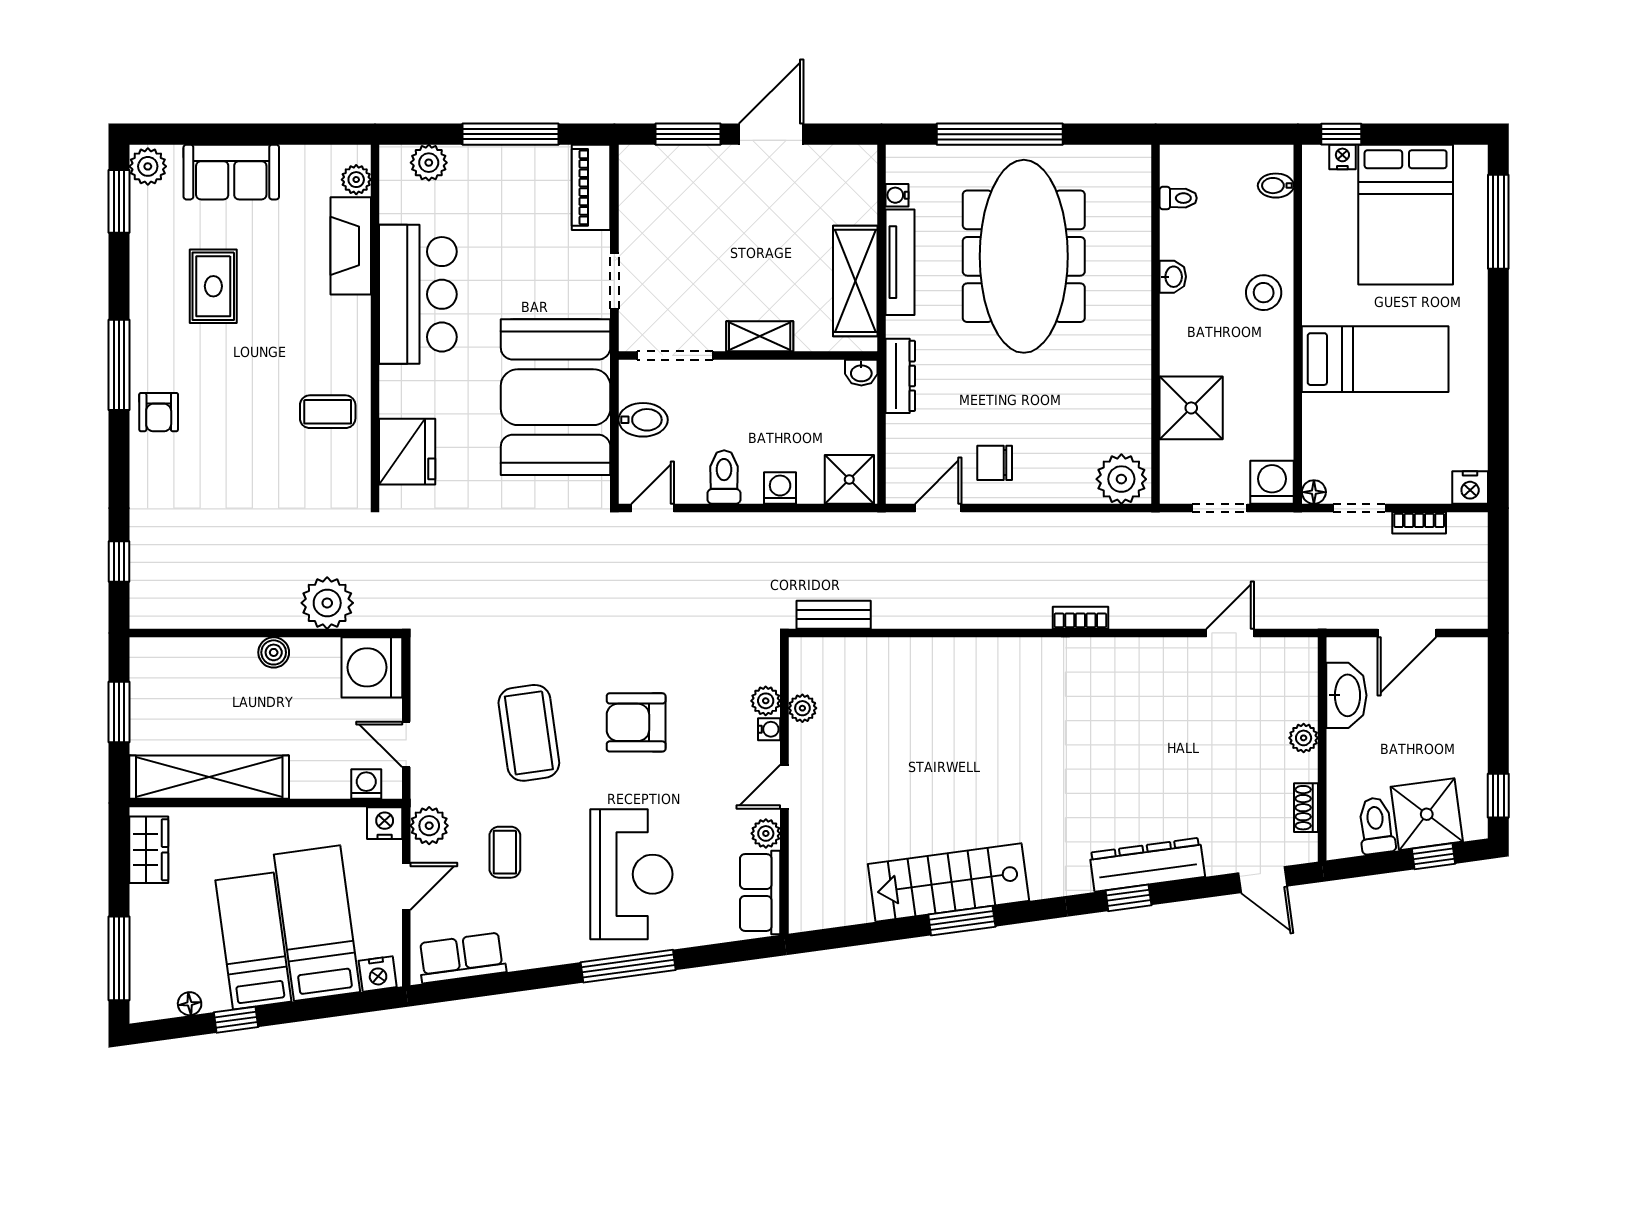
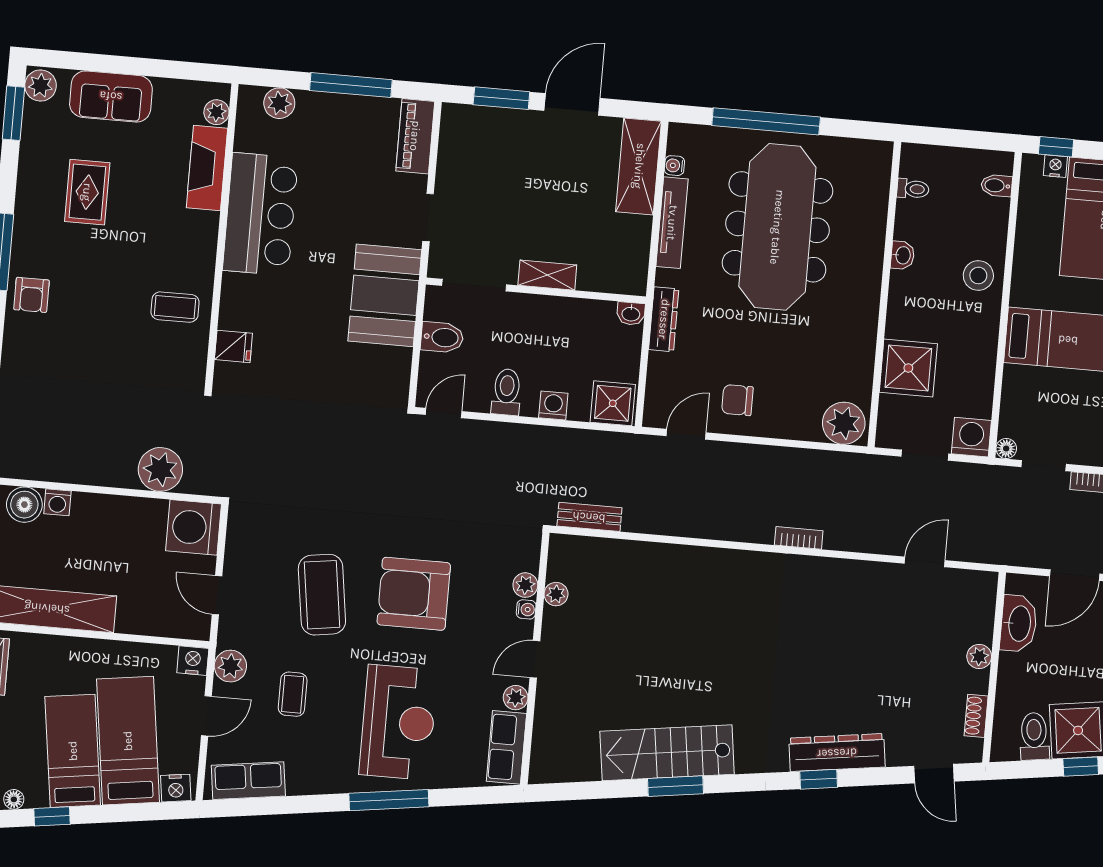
shelving: (855, 281) -> (639, 166), moved
booth: (556, 397) -> (385, 295), width x0.73, depth x0.70
fridge: (407, 452) -> (233, 346), width x0.53, depth x0.75
boiler: (274, 652) -> (24, 505), moved, width x1.36, depth x1.36
armchair: (636, 722) -> (414, 594), width x1.36, depth x1.36
washing machine: (366, 784) -> (57, 502), moved, turned 180

